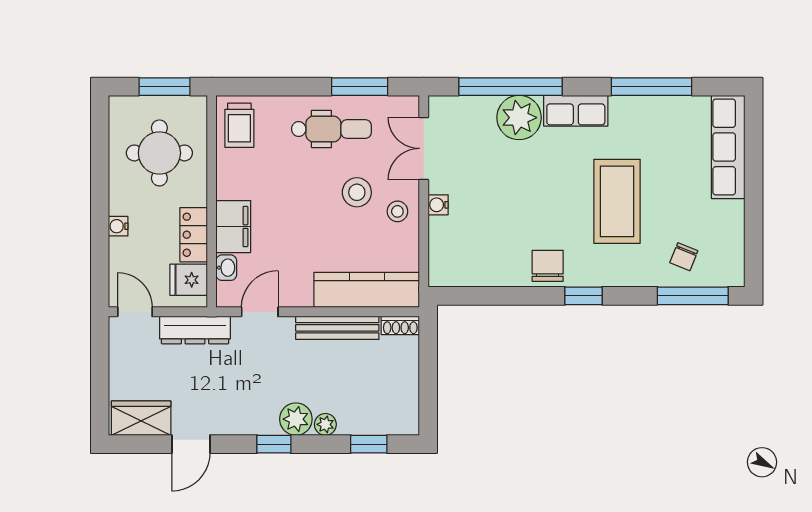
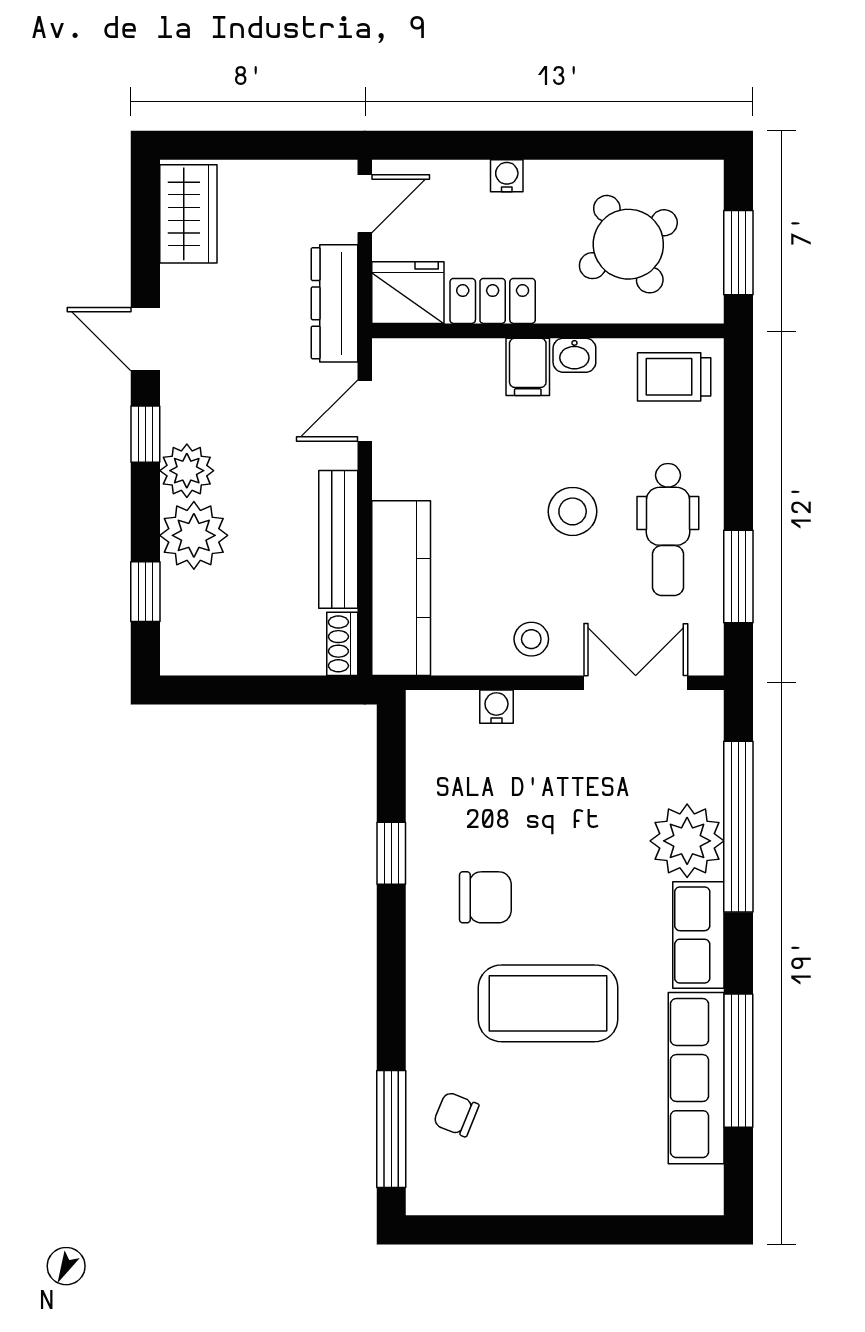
row of seats: (728, 147) -> (696, 1078), moved, turned -90
round table: (159, 153) -> (628, 244), turned -31
stool: (357, 192) -> (573, 511), moved
water cooler: (438, 205) -> (496, 707), moved
filing cabinet: (233, 227) -> (528, 367), width x0.50
chair: (548, 266) -> (485, 897), moved
washbasin: (226, 268) -> (574, 355), moved
fridge: (189, 280) -> (408, 293), width x1.38
window: (584, 296) -> (391, 853), moved
door: (260, 312) -> (365, 411), swing flipped
plant: (325, 424) -> (194, 535), width x1.88, depth x1.88
door: (191, 444) -> (145, 339), moved

